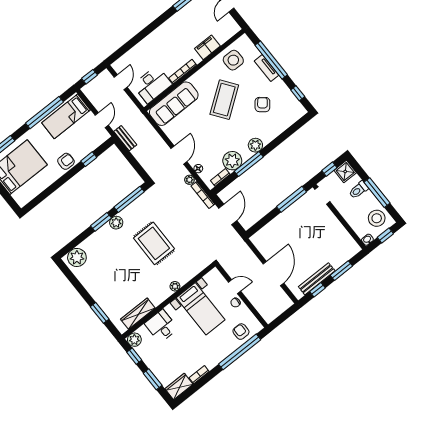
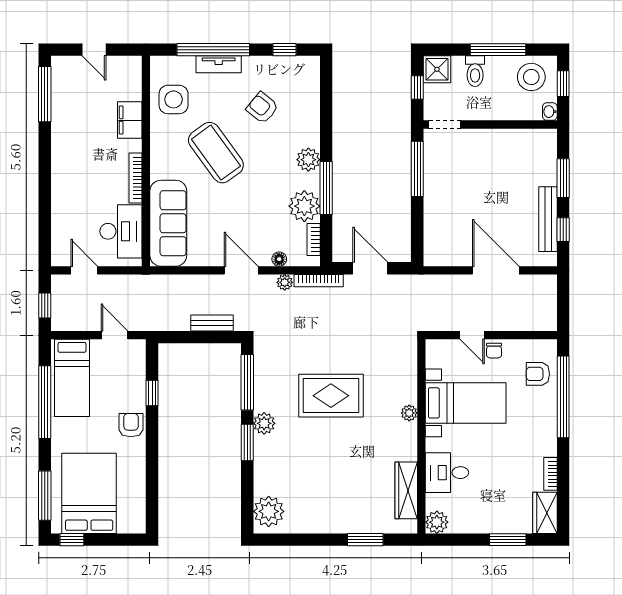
bench: (125, 138) -> (212, 323), moved
door: (235, 287) -> (472, 335), swing flipped
window: (134, 356) -> (458, 540), removed

